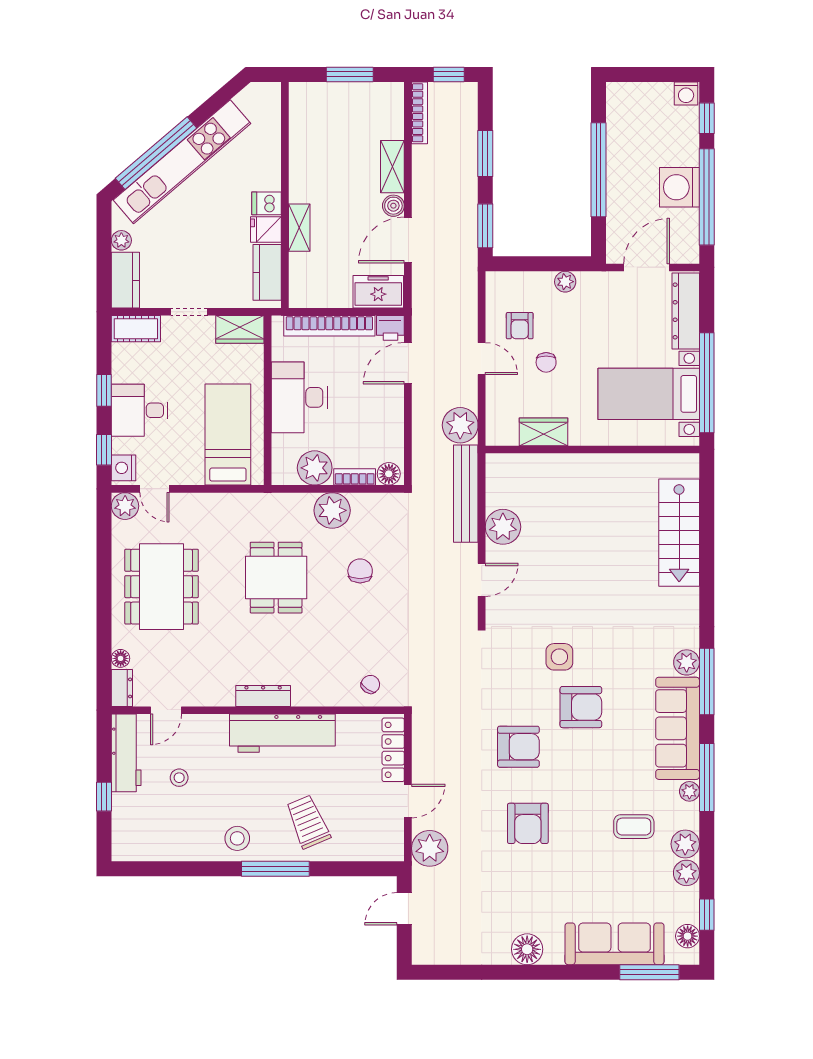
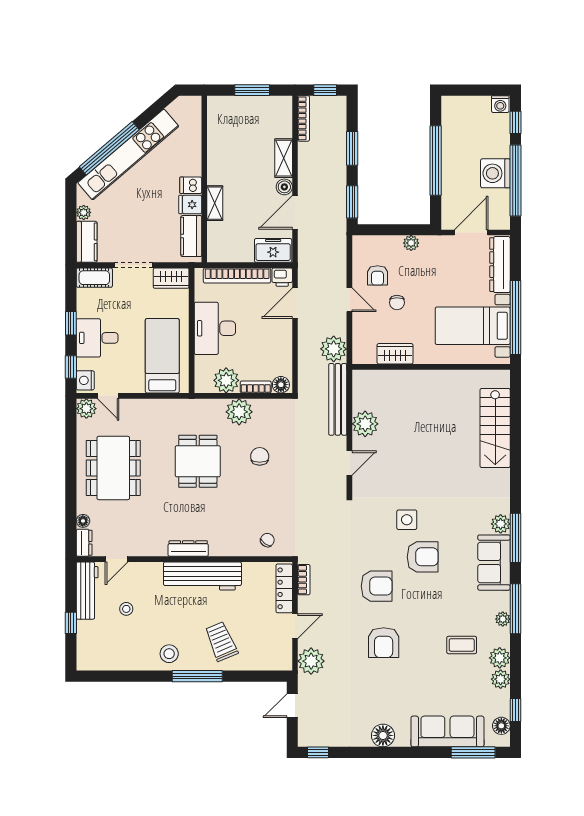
doorway: (189, 312) -> (134, 265), width x1.38
sofa: (678, 728) -> (494, 563), width x0.73
bookcase: (420, 738) -> (304, 580), added
window: (439, 972) -> (318, 752), added

